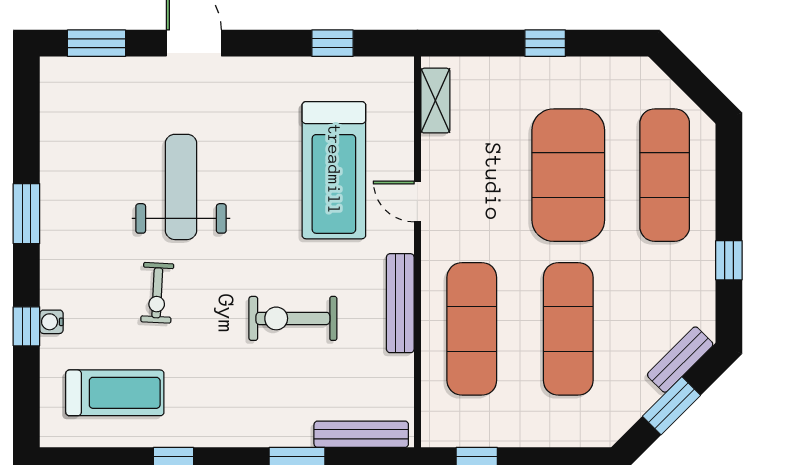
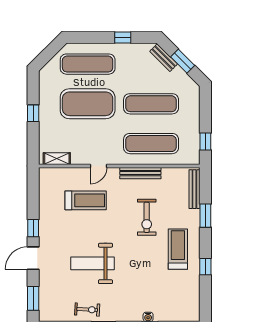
window: (332, 43) -> (33, 228), moved
treadmill: (334, 170) -> (86, 200), width x0.73, depth x0.73
exercise bike: (157, 293) -> (87, 309), moved
treadmill: (115, 393) -> (178, 249), moved

